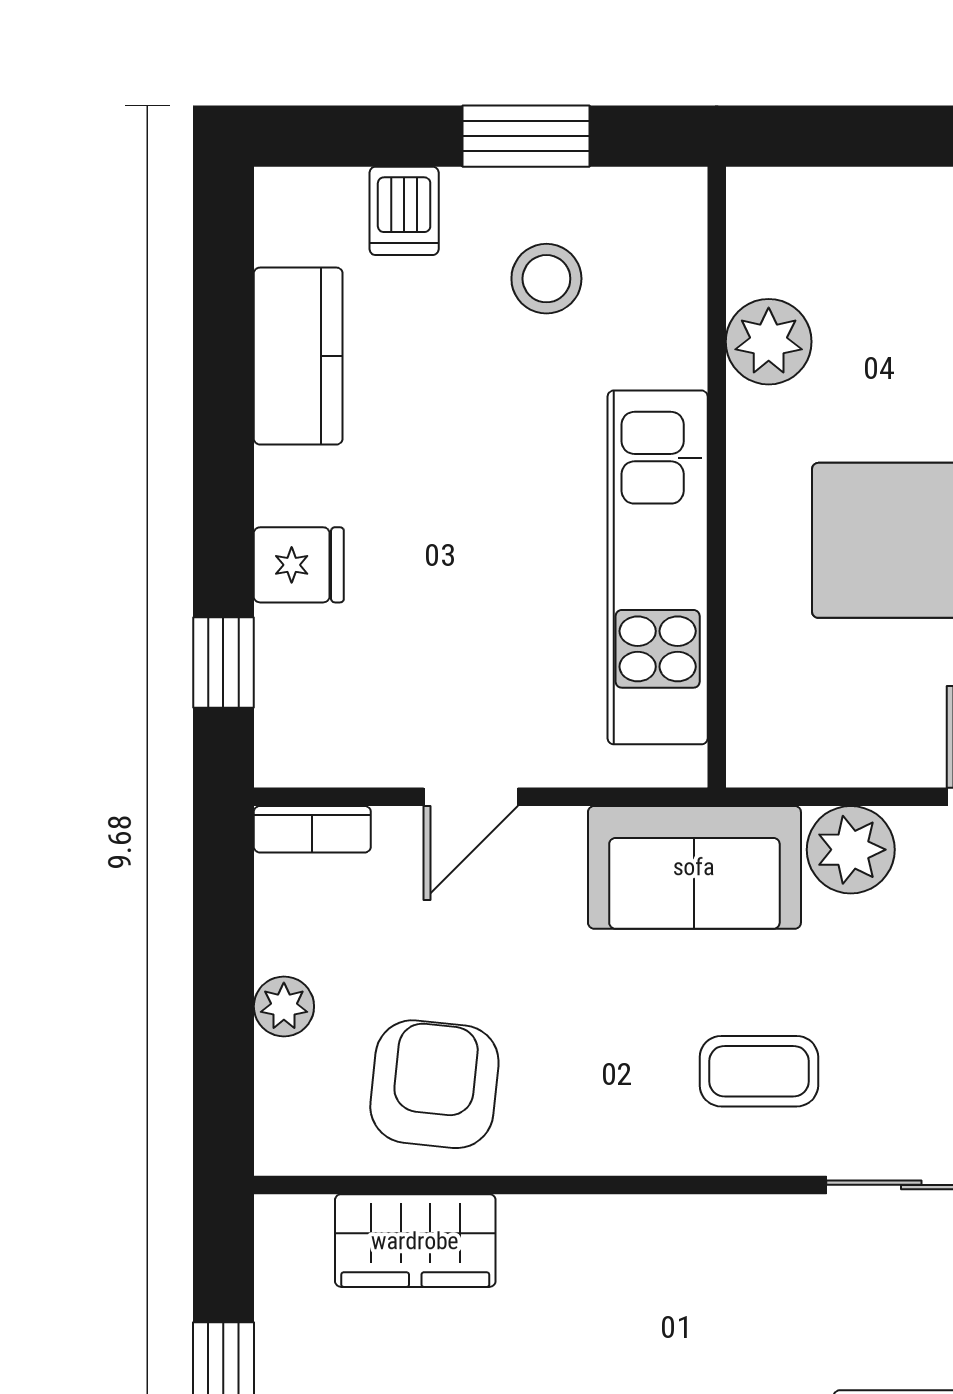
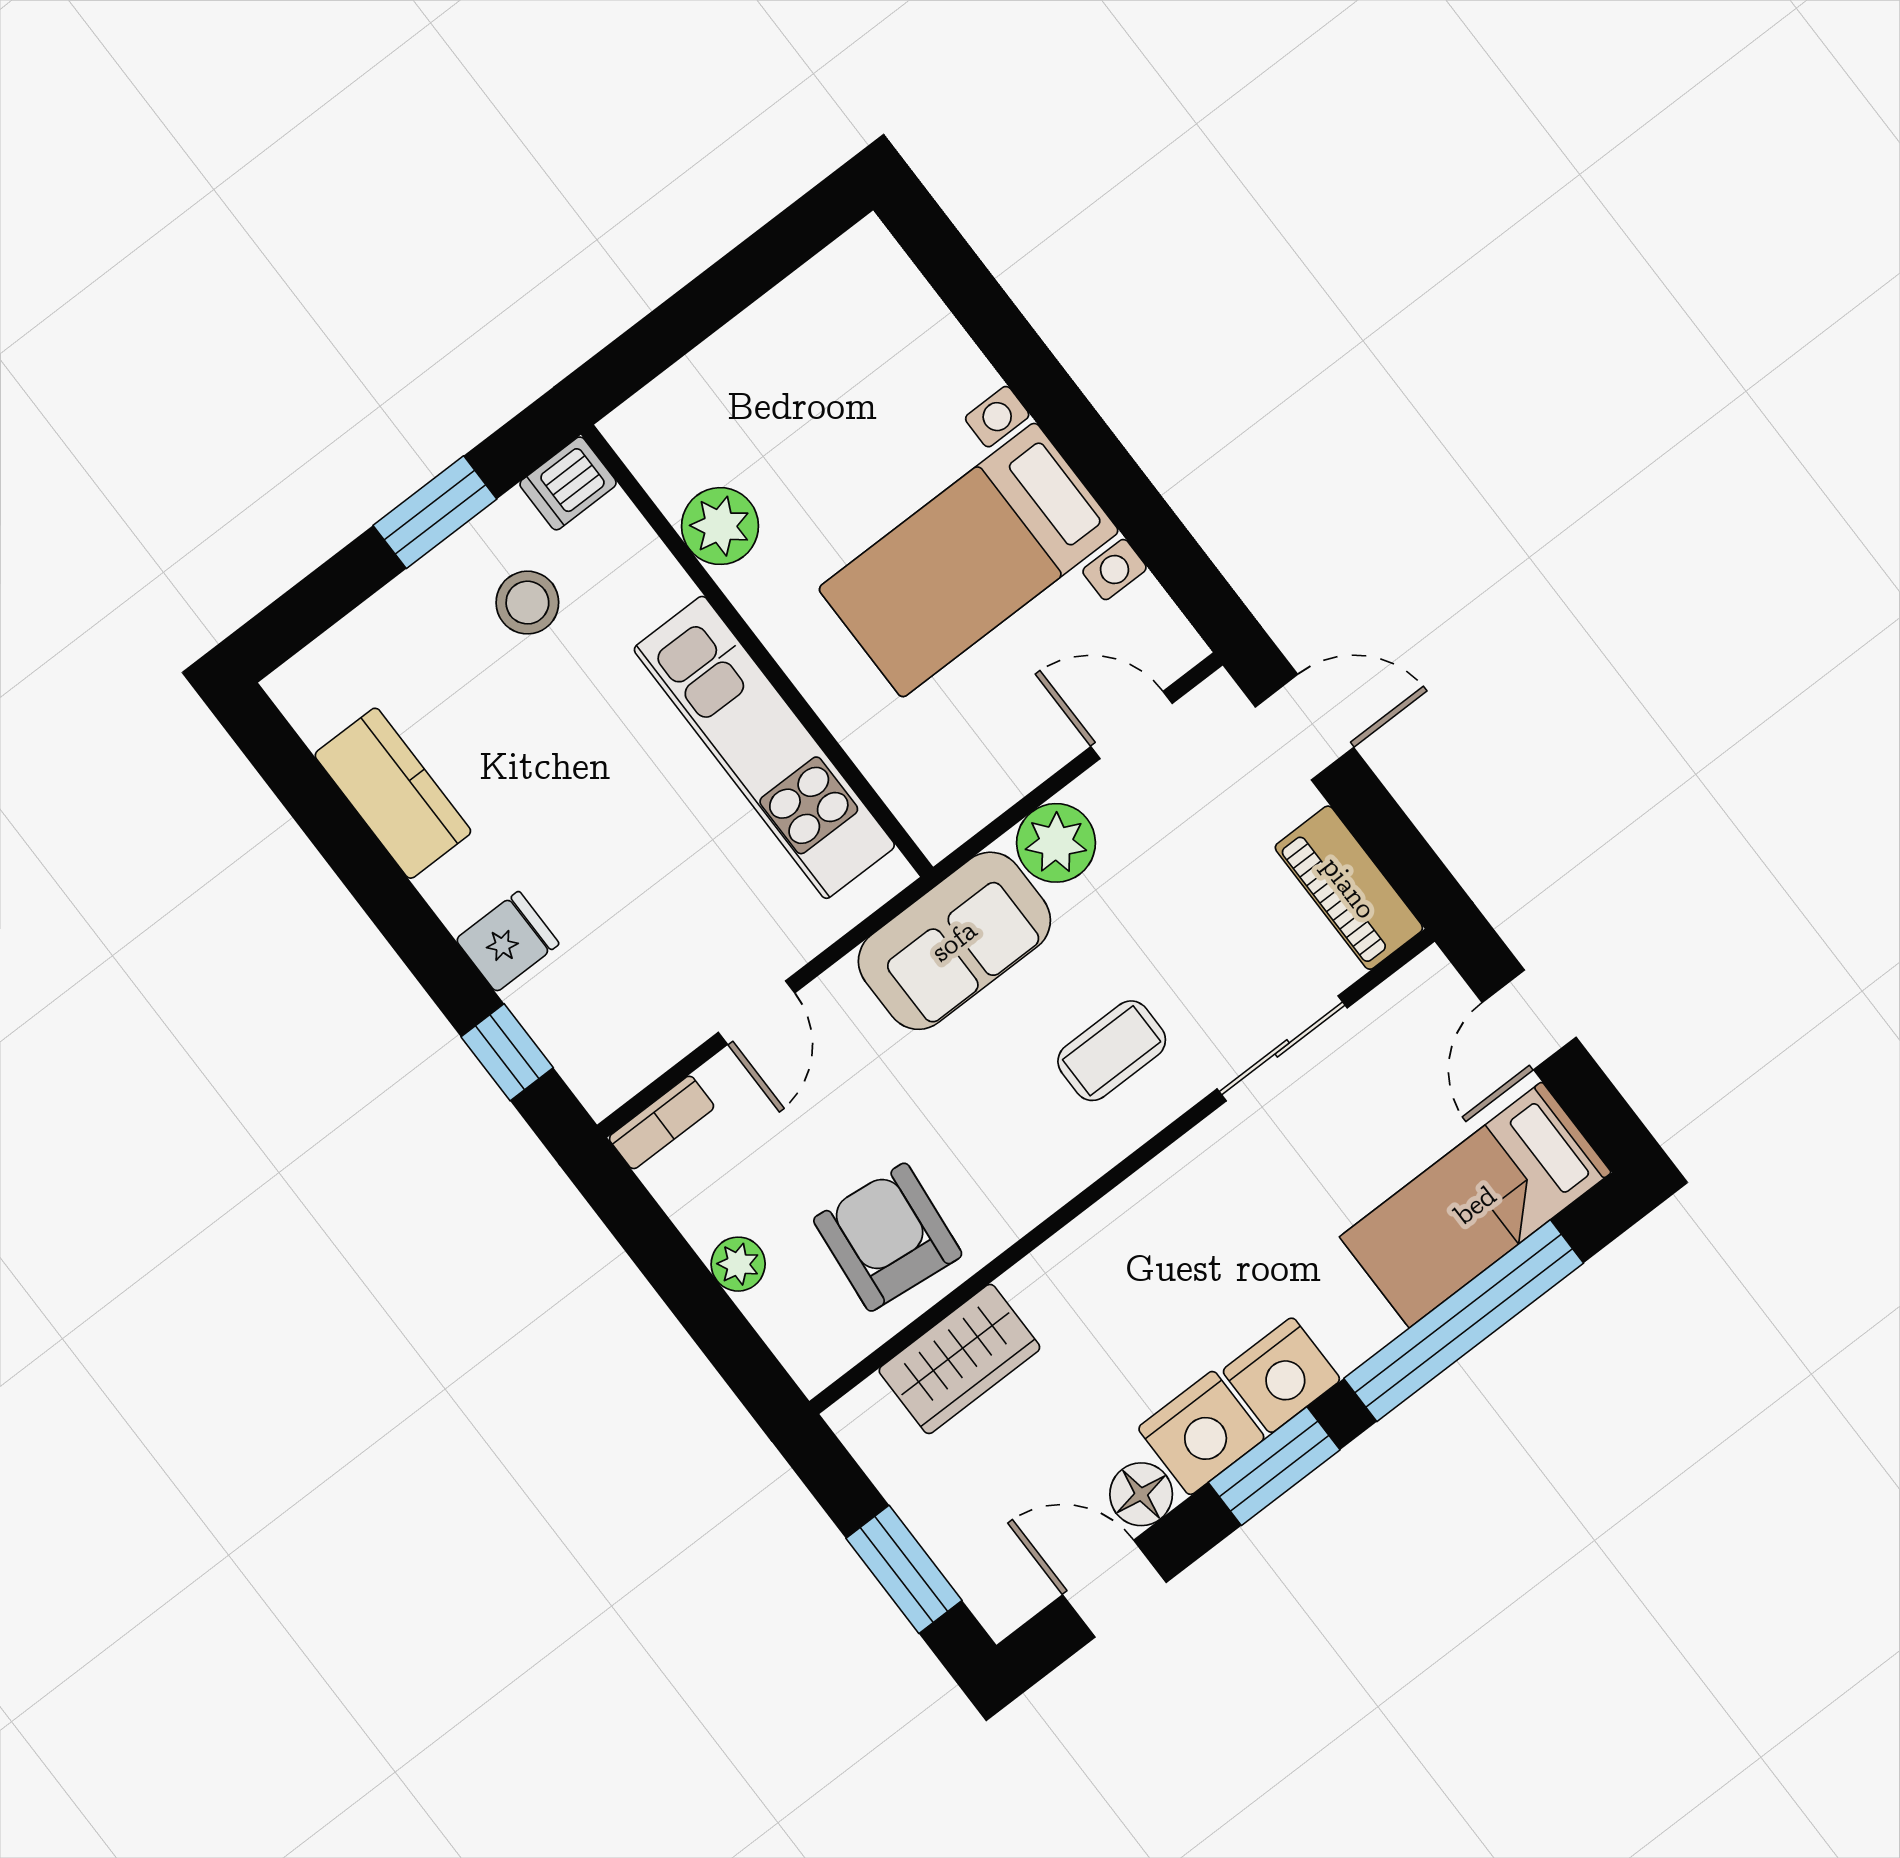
dishwasher: (404, 211) -> (568, 483), moved, turned 90

